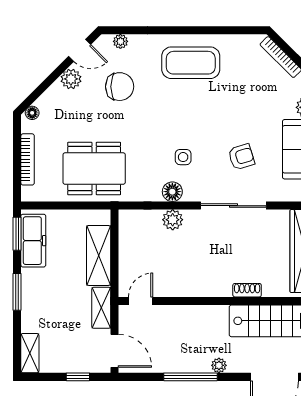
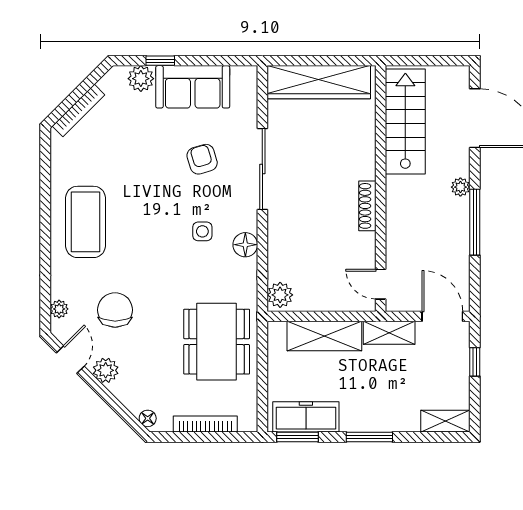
plant: (173, 220) -> (280, 295), moved
shoe rack: (247, 290) -> (367, 206), moved, width x1.43
door: (114, 351) -> (442, 316), hinge flipped

